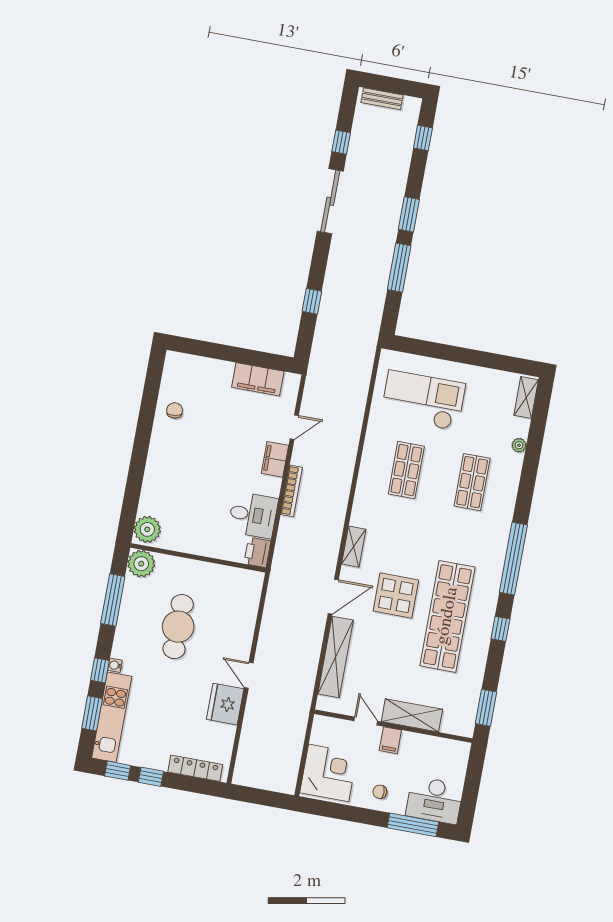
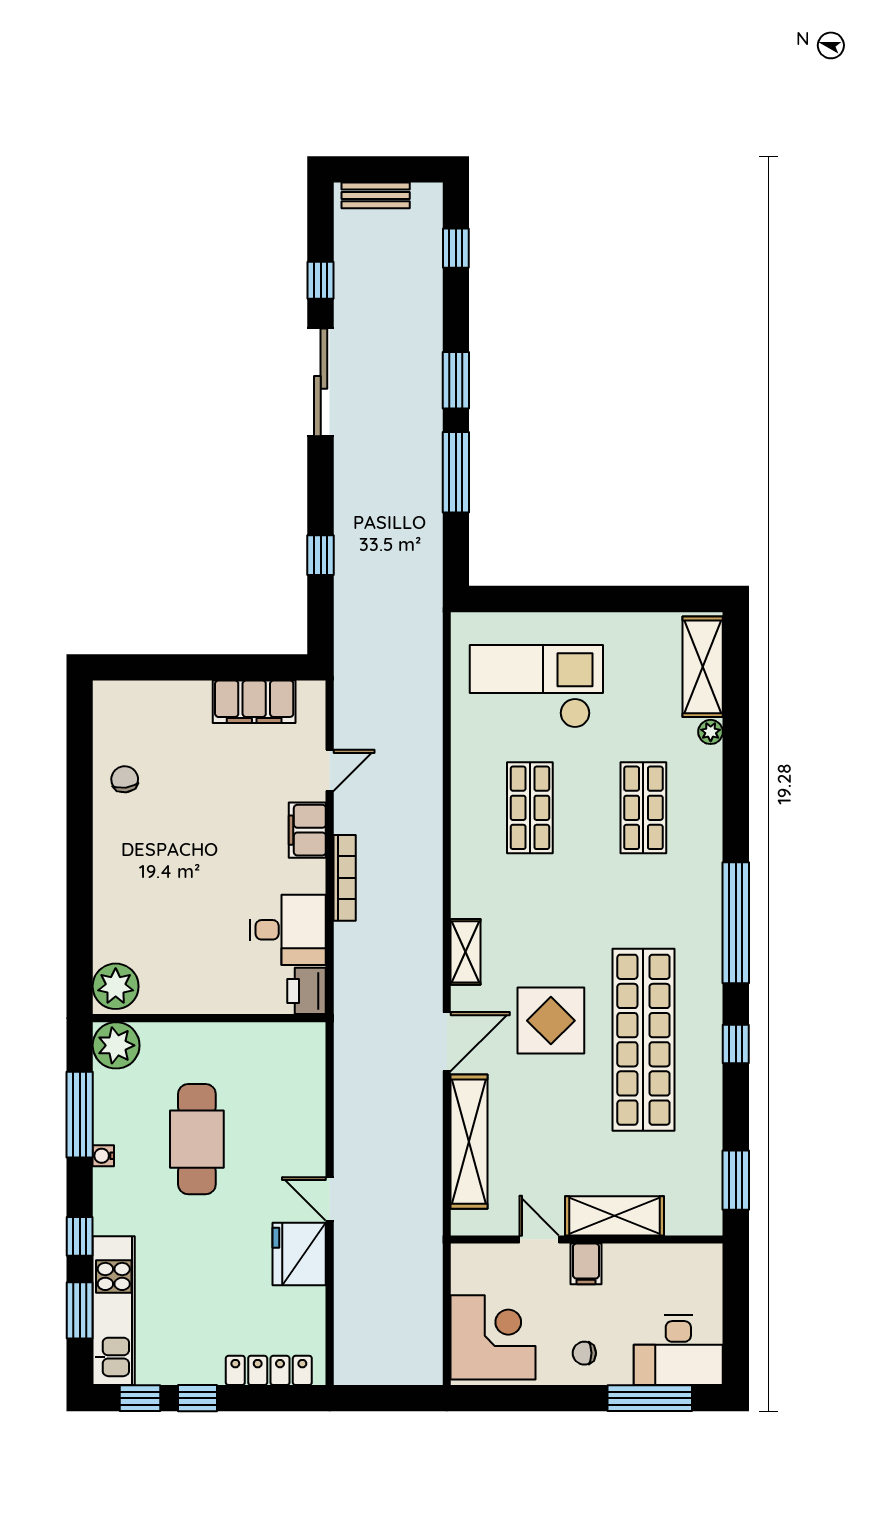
shelving: (526, 398) -> (703, 667), width x1.50, depth x1.33
water cooler: (115, 665) -> (103, 1156), moved

